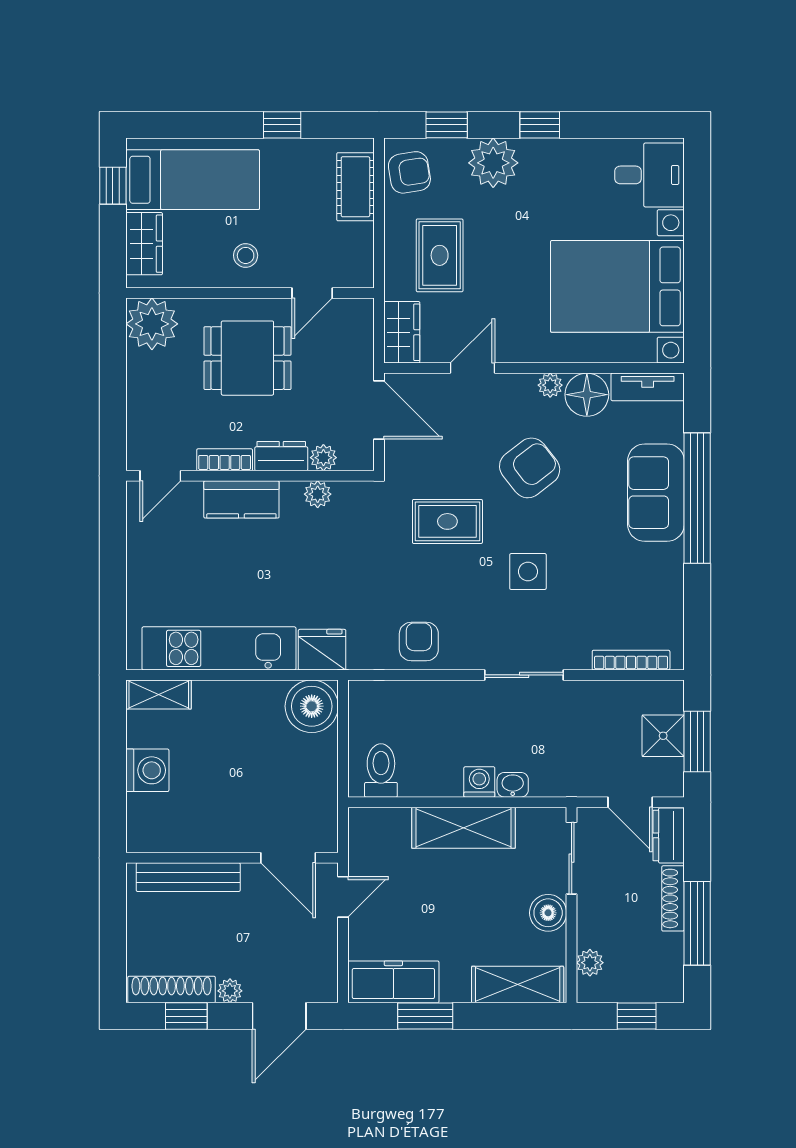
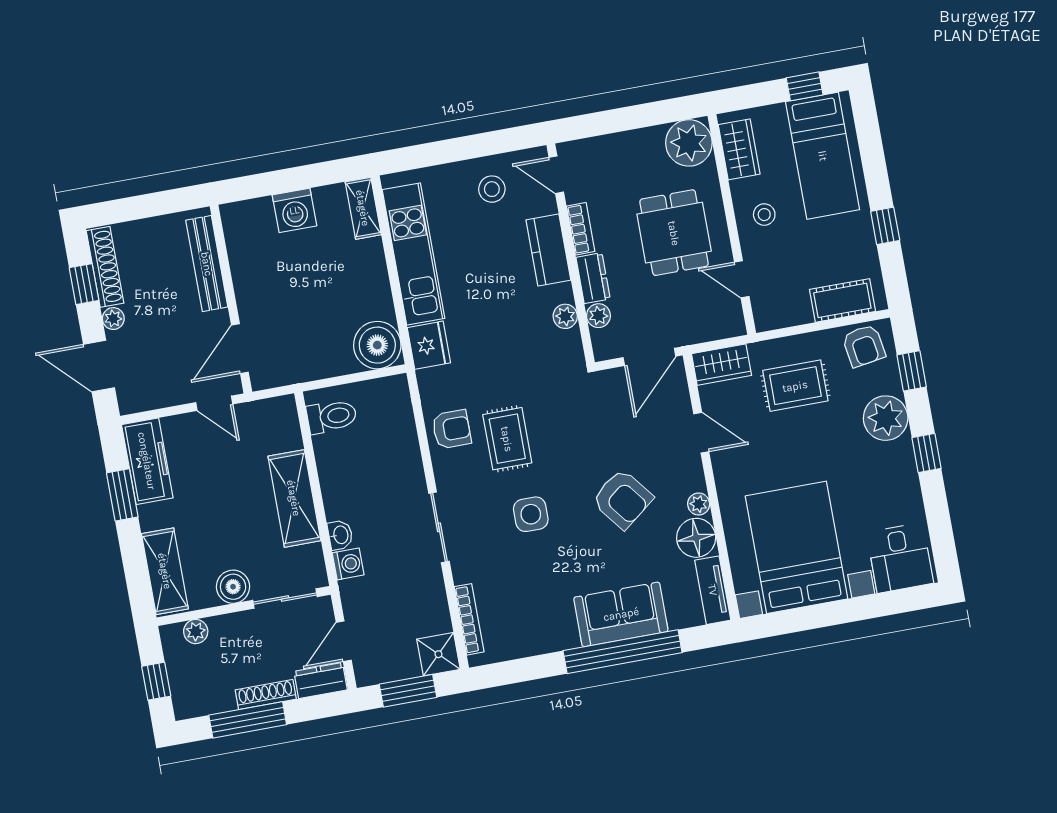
wardrobe: (144, 244) -> (739, 149), moved, turned -90
rug: (447, 521) -> (507, 439), moved
stool: (163, 549) -> (492, 189), added
shower: (663, 736) -> (438, 654), moved
washing machine: (479, 782) -> (348, 564), moved

